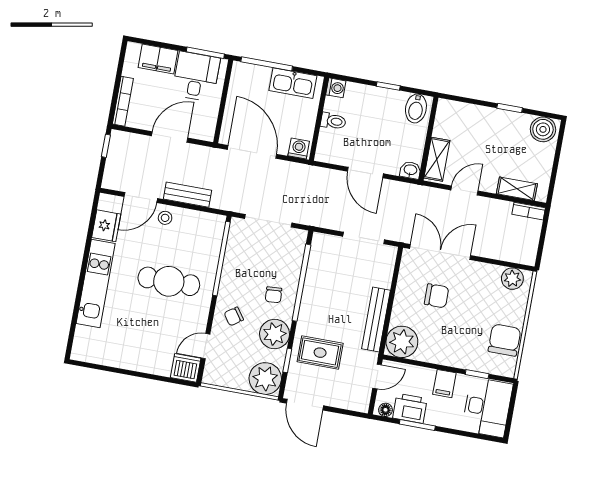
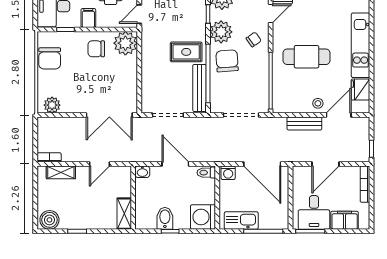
washing machine: (336, 88) -> (203, 217), width x1.89, depth x1.89
bidet: (416, 108) -> (165, 218), moved
toilet: (333, 121) -> (206, 173), moved
shelving: (437, 159) -> (124, 214), moved
chair: (274, 295) -> (227, 61), width x1.87, depth x1.87
chair: (436, 296) -> (96, 49), moved
bench: (376, 319) -> (200, 88), moved
rug: (320, 353) -> (186, 52), moved

